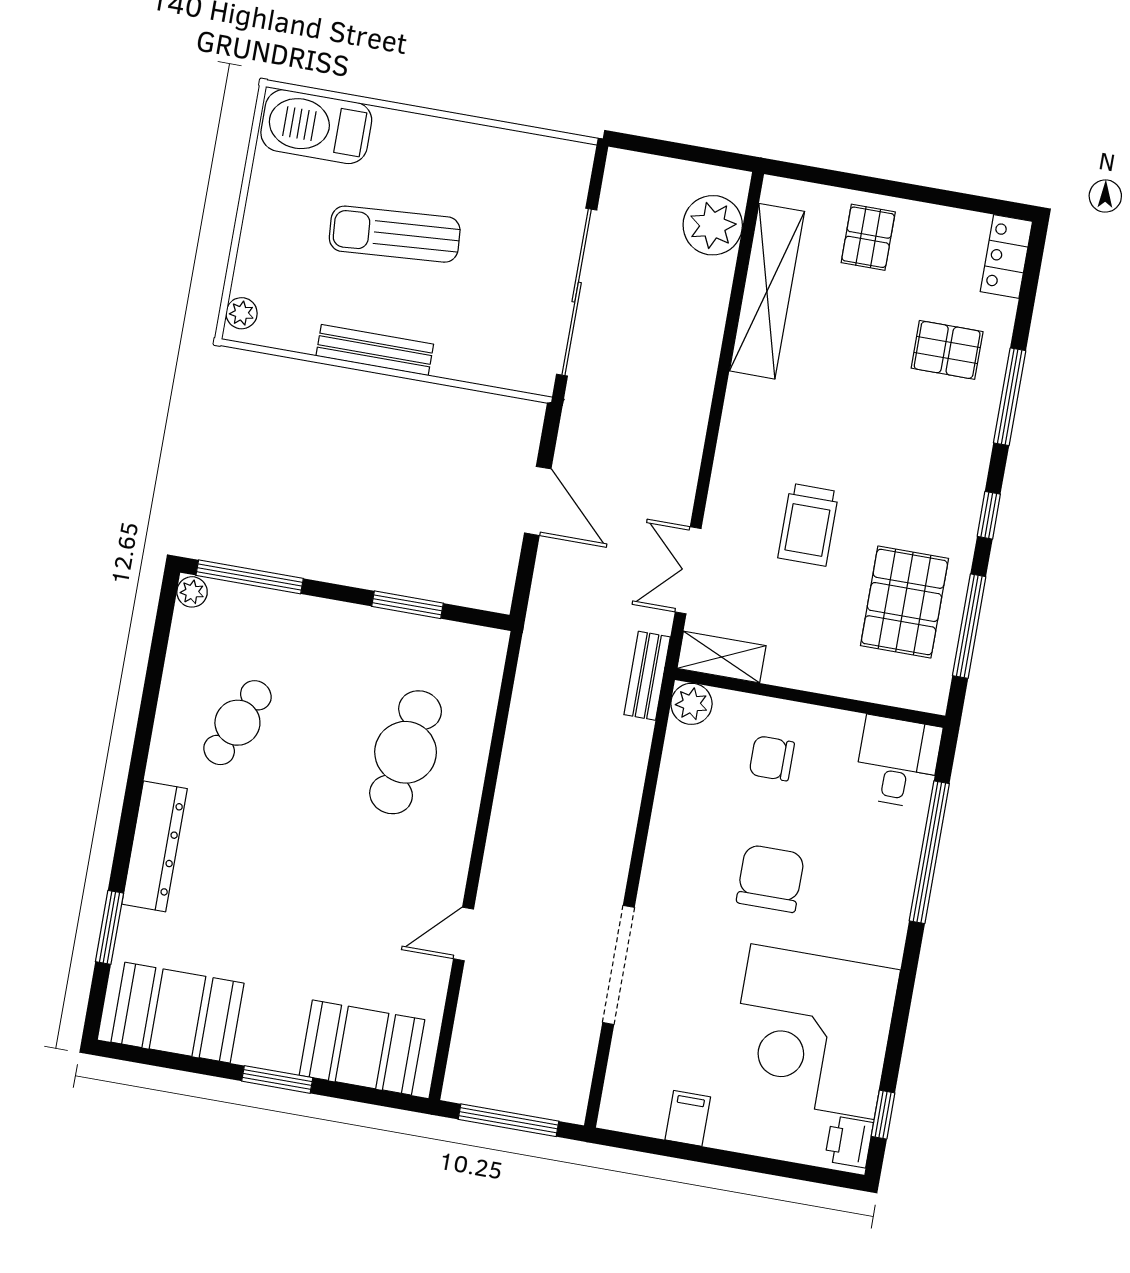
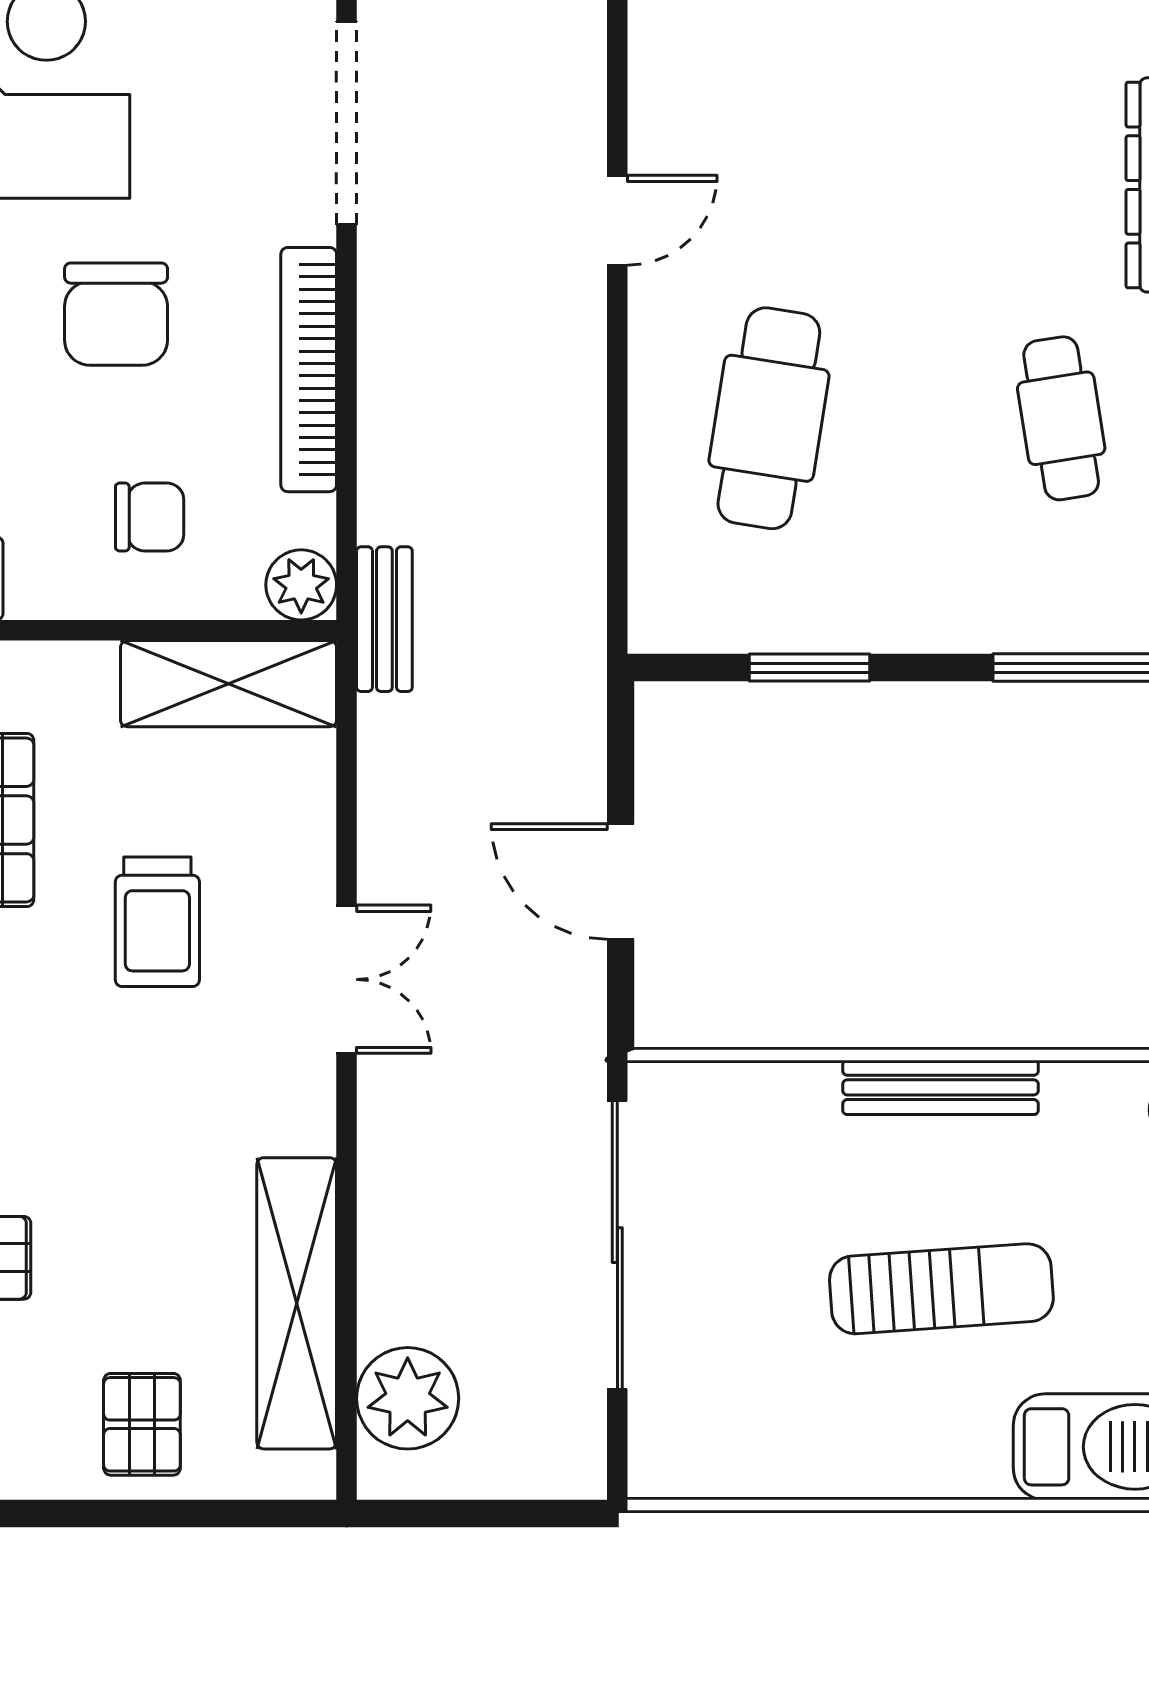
trolley: (808, 525) -> (157, 922), turned 180
double door: (688, 570) -> (347, 979), moved
shelving: (721, 657) -> (228, 684), width x1.50, depth x1.33
cafe table: (237, 723) -> (1061, 418), turned -33
bookcase: (665, 827) -> (309, 370), added
door: (463, 934) -> (617, 220), moved

